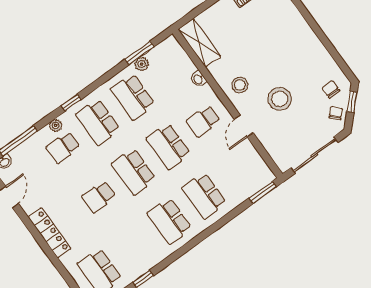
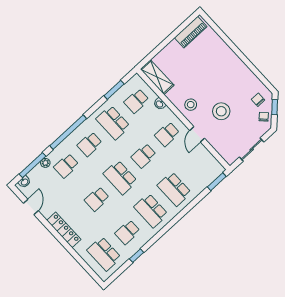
plant: (142, 64) -> (117, 98), removed
school desk: (168, 72) -> (136, 101), added
window: (71, 102) -> (68, 132), width x3.17
school desk: (98, 122) -> (90, 144), width x0.54
plant: (56, 125) -> (45, 163), moved
school desk: (169, 146) -> (144, 156), width x0.54
sliding door: (314, 155) -> (252, 150), width x0.73
school desk: (135, 246) -> (127, 232), added

